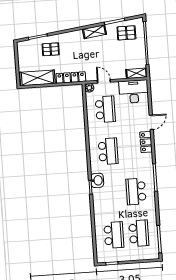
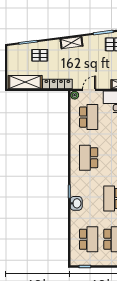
shelving: (94, 32) -> (72, 43), moved
door: (104, 81) -> (89, 90), hinge flipped
school desk: (108, 151) -> (89, 158), turned 180
washbasin: (97, 180) -> (76, 203), moved

